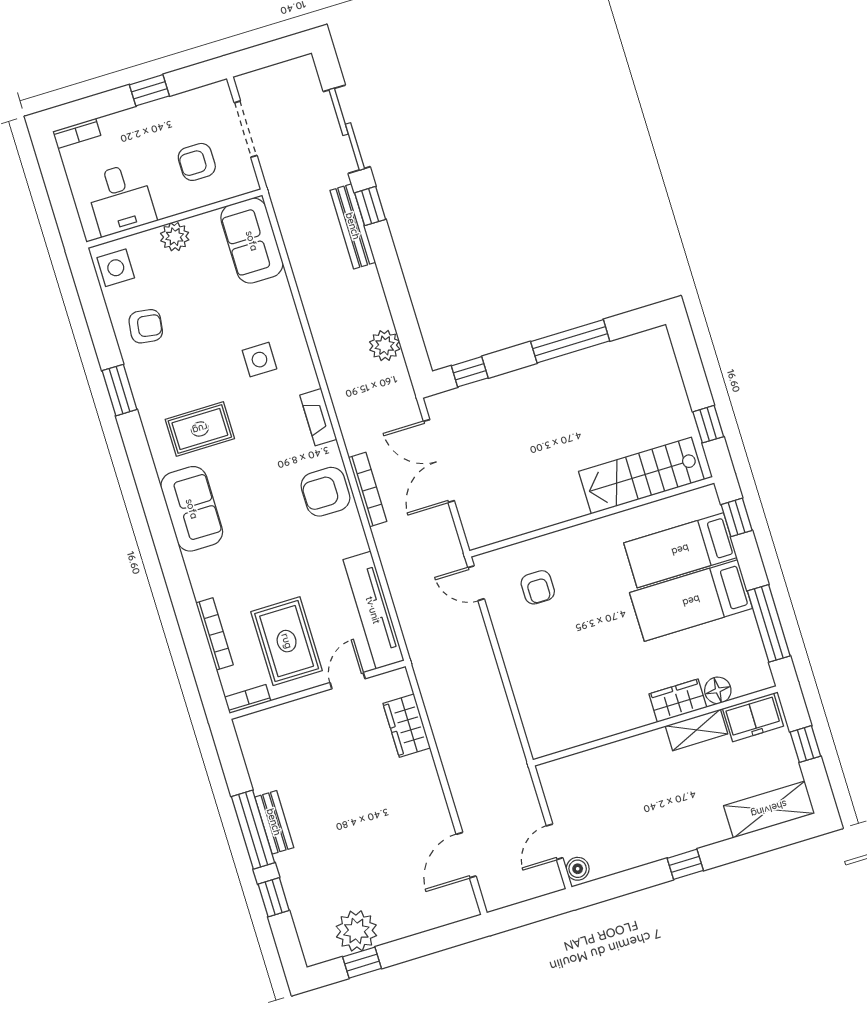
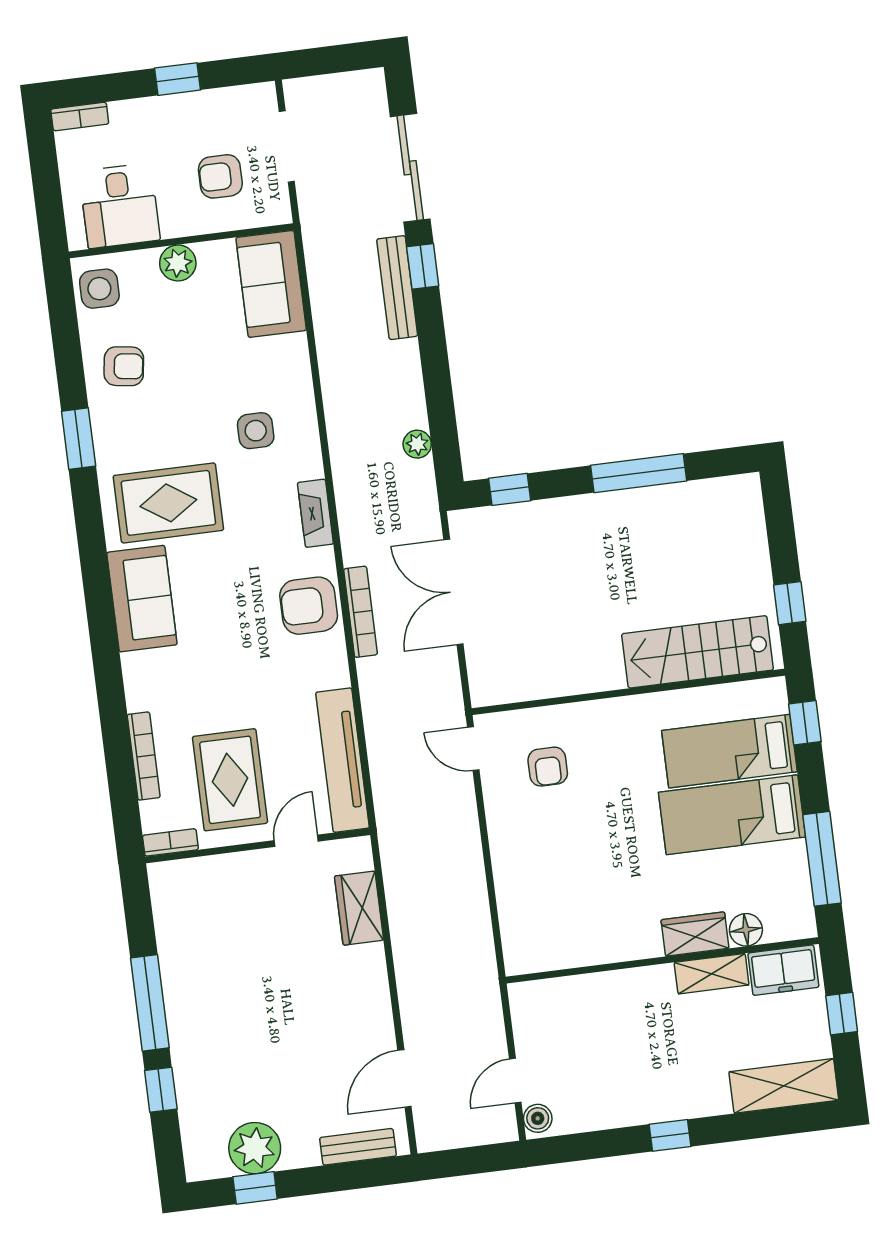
plant: (385, 345) -> (417, 444), width x0.73, depth x0.73
rug: (200, 429) -> (168, 503), width x1.36, depth x1.43
bench: (274, 822) -> (358, 1147), moved, turned 90

